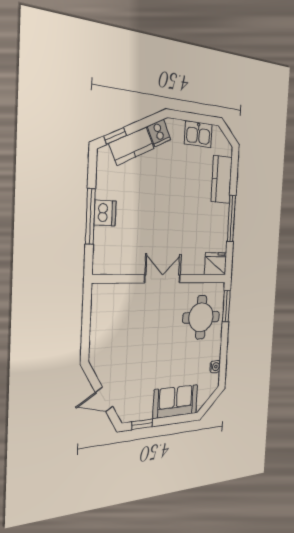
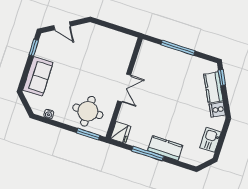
kitchen counter: (222, 179) -> (165, 148), moved
dishwasher: (105, 213) -> (177, 58), removed
door: (104, 399) -> (62, 26), swing flipped

